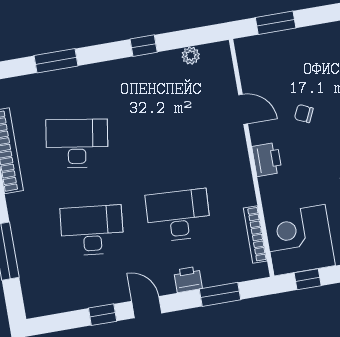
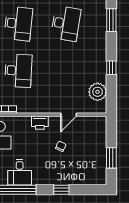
window: (276, 23) -> (111, 158), moved
plant: (191, 56) -> (98, 92), width x1.88, depth x1.88

